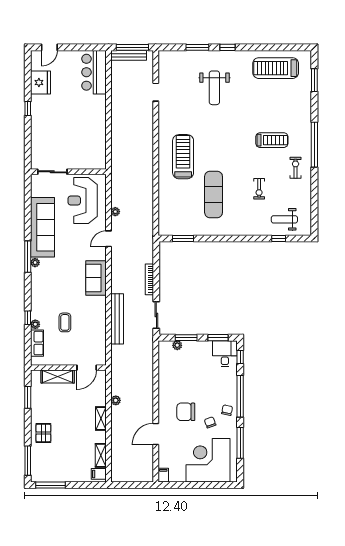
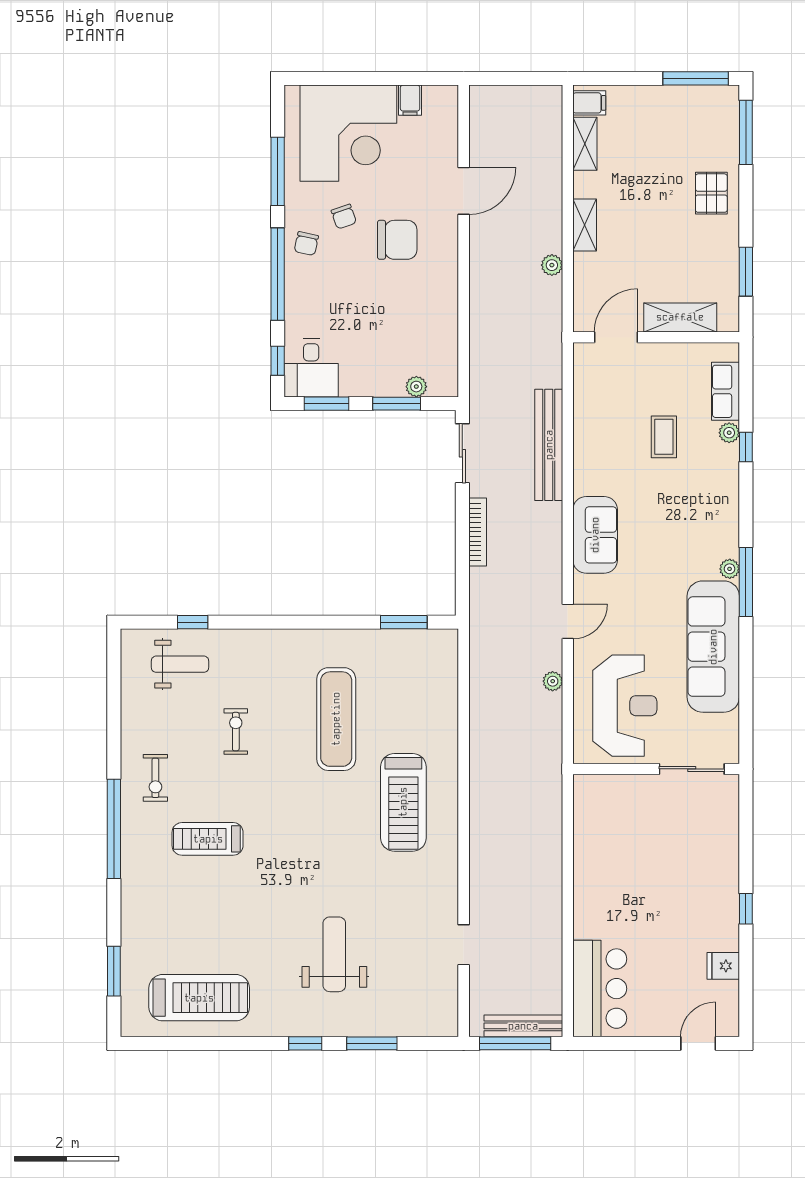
fridge: (40, 83) -> (723, 966), width x0.53, depth x0.75
filing cabinet: (163, 475) -> (410, 100), moved

